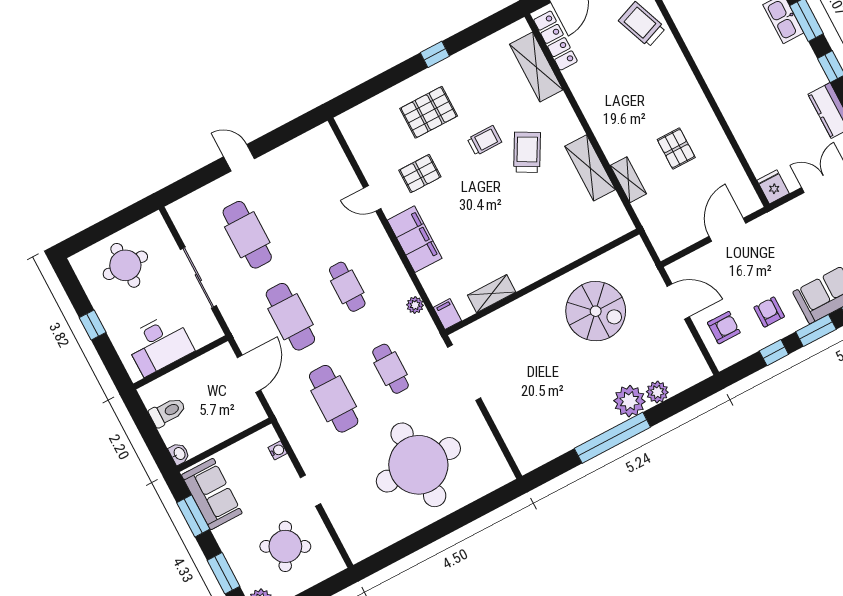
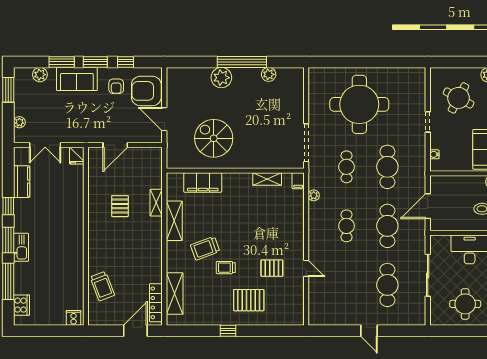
trolley: (527, 152) -> (205, 248), turned 41
filing cabinet: (415, 239) -> (203, 183), moved, turned -90
armchair: (724, 328) -> (146, 91), width x1.88, depth x1.88
plant: (657, 392) -> (269, 74), moved

